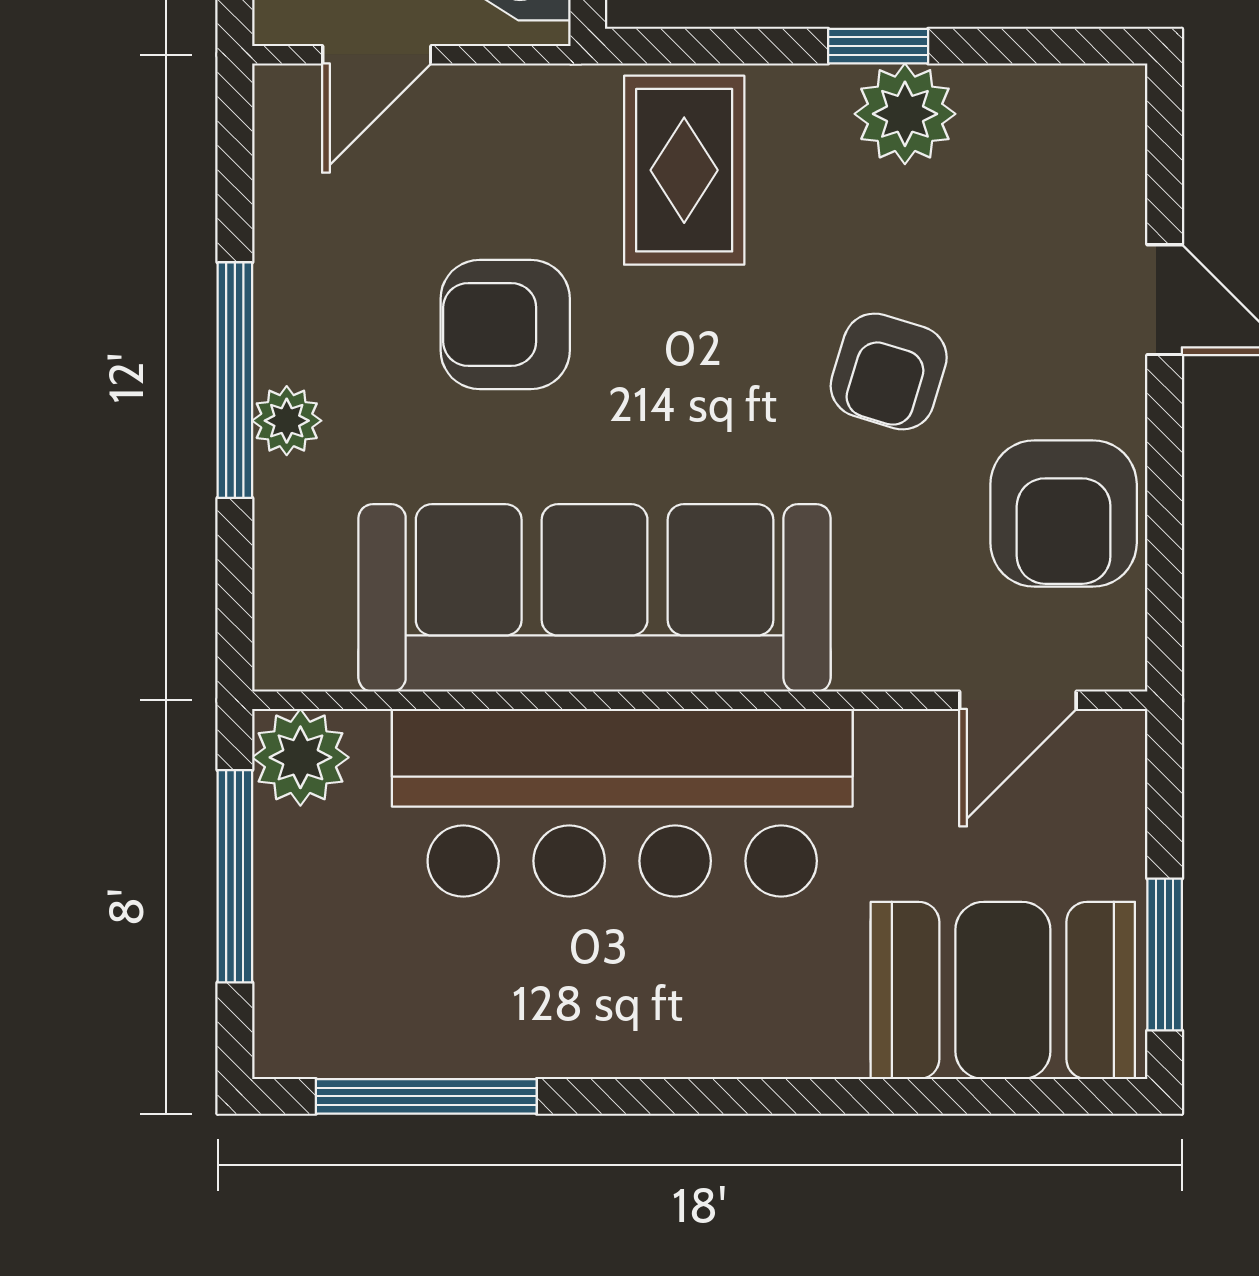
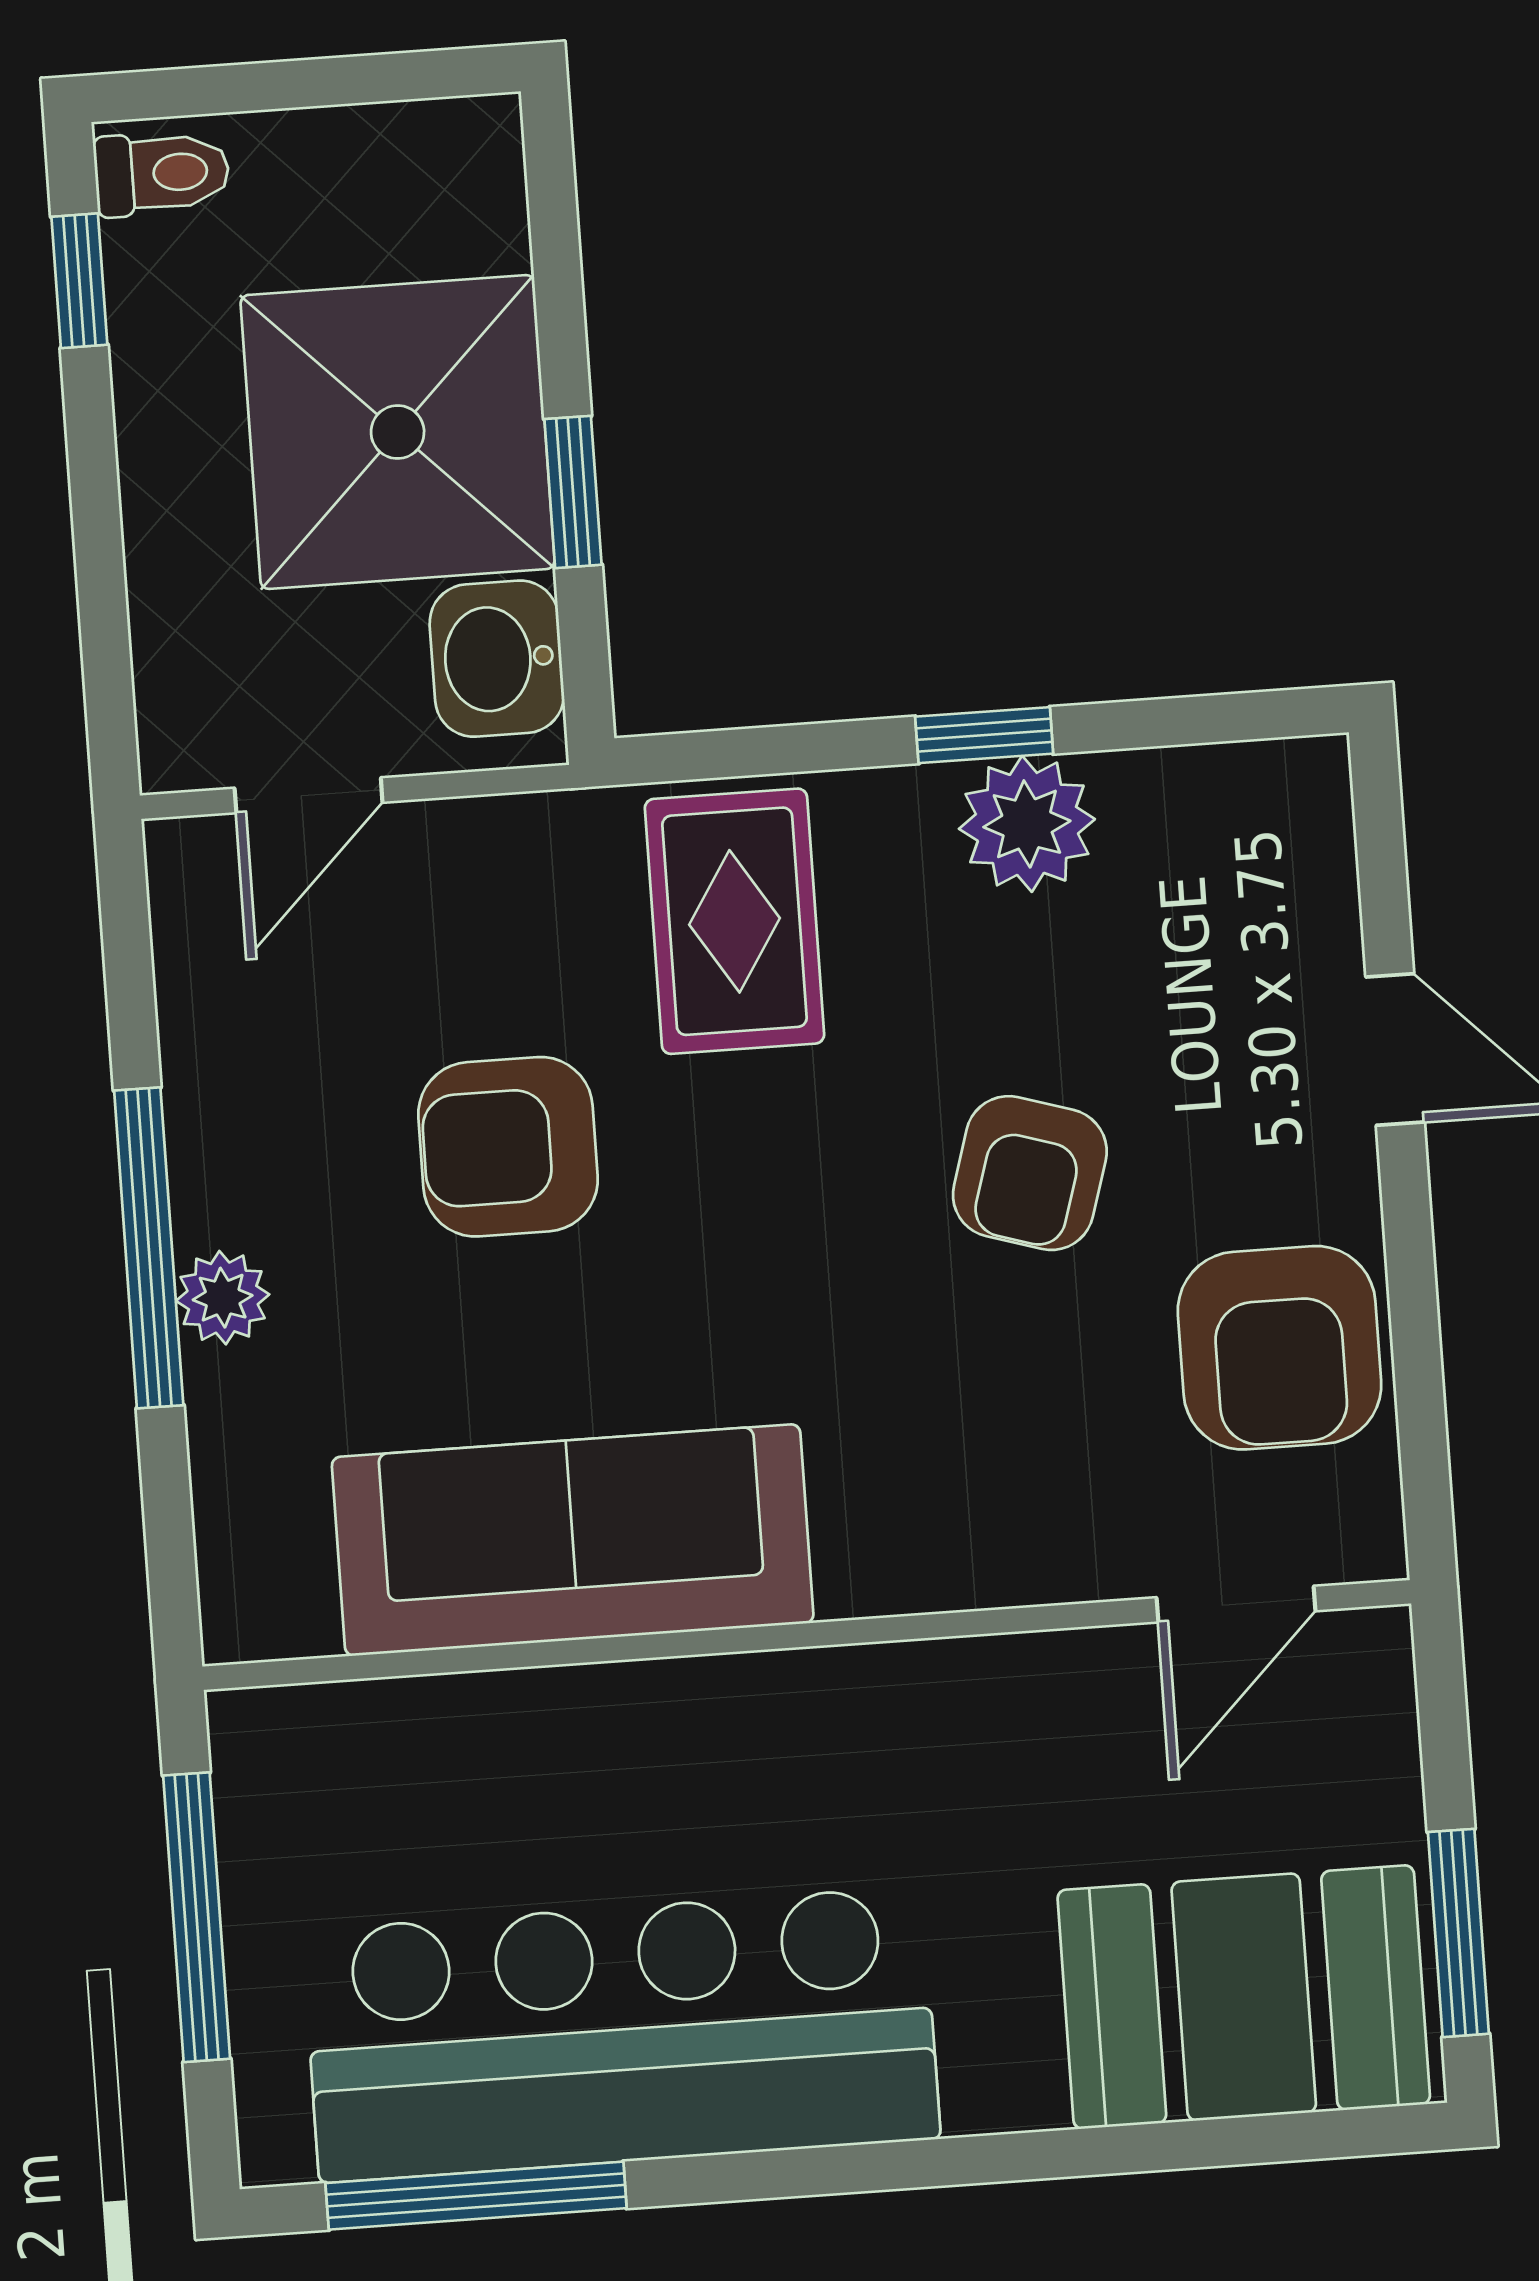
sofa: (595, 598) -> (573, 1540), width x0.74, depth x0.79
plant: (300, 757) -> (274, 1750), removed
bar counter: (622, 803) -> (621, 2035), moved, turned 180

